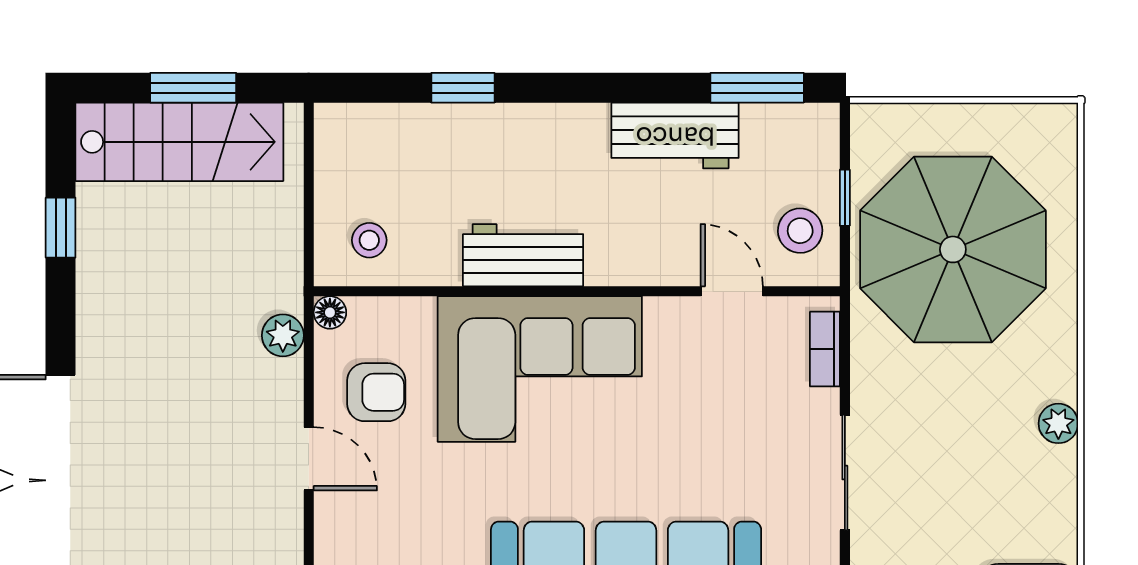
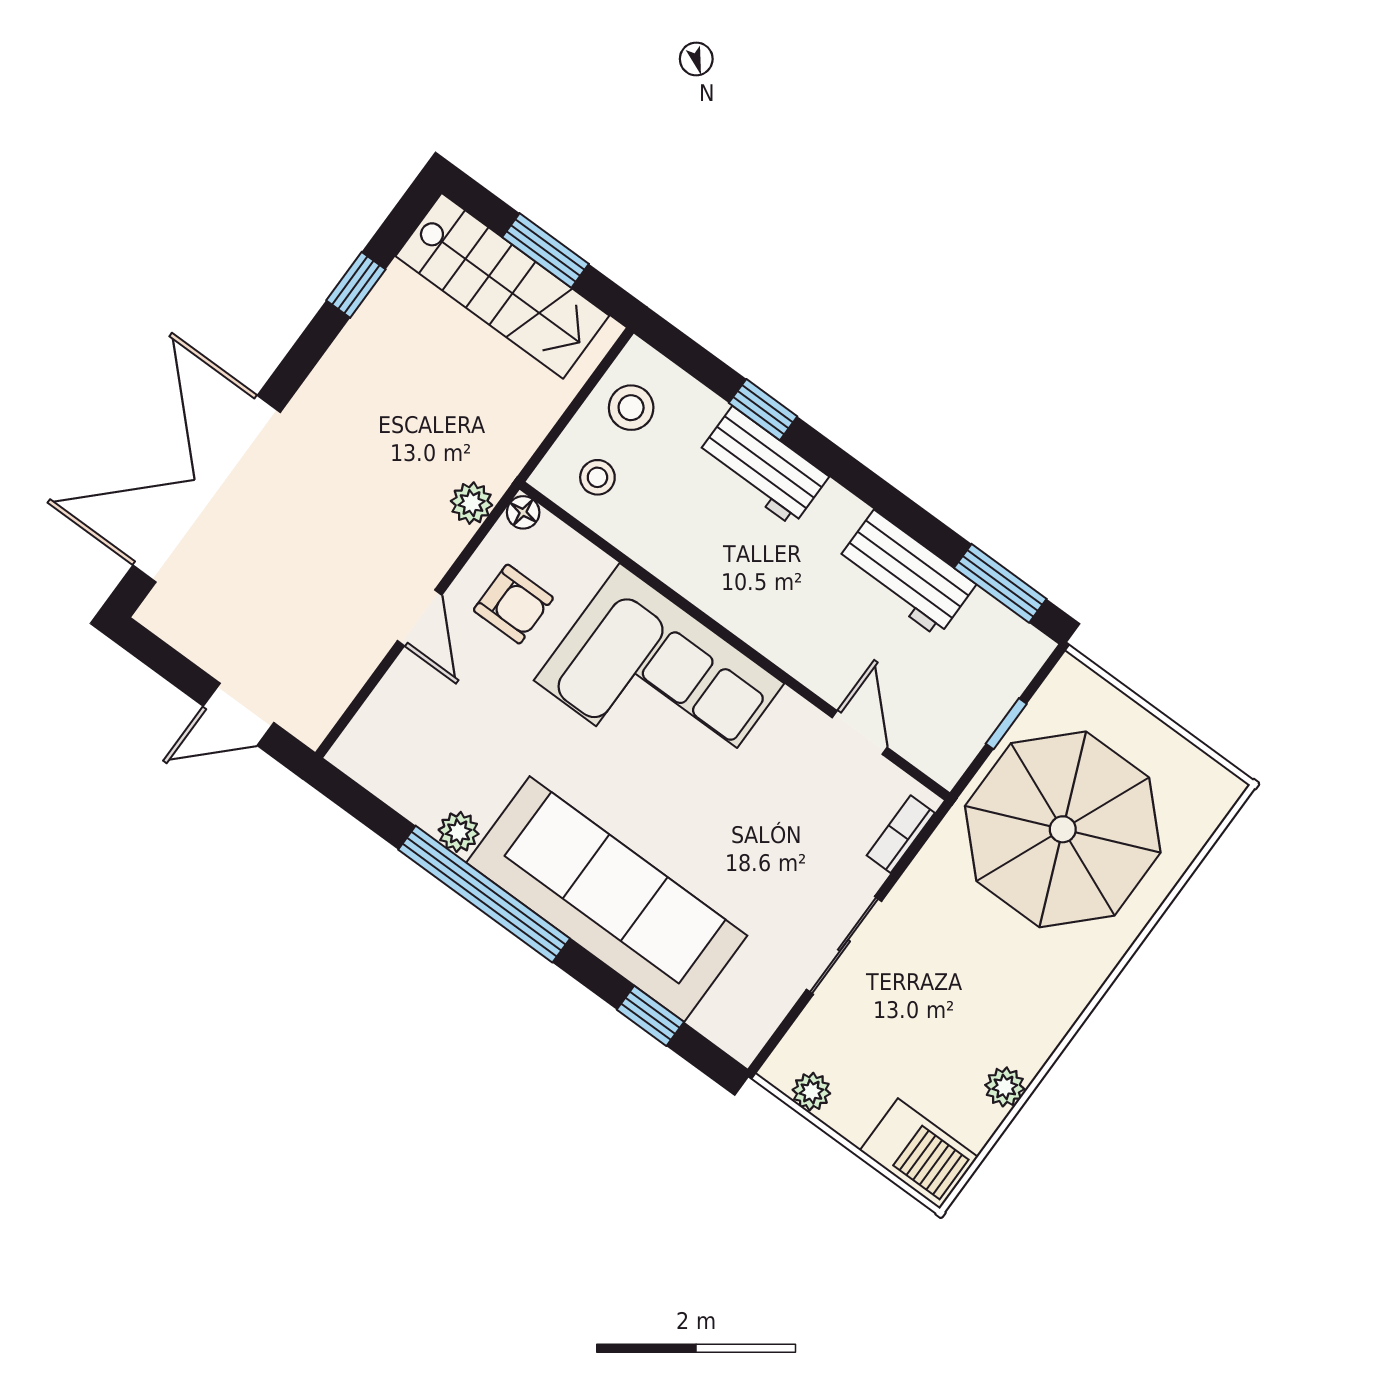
stool: (800, 231) -> (631, 408), moved
workbench: (523, 255) -> (762, 466), moved, turned 180
plant: (1058, 423) -> (1005, 1087), moved

